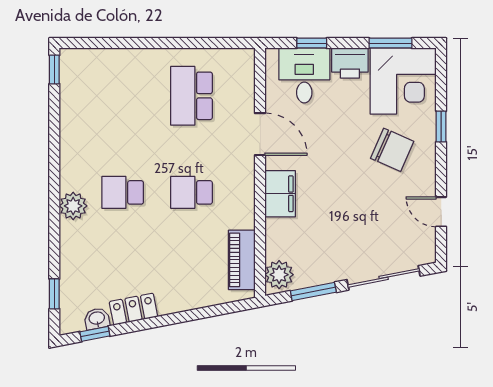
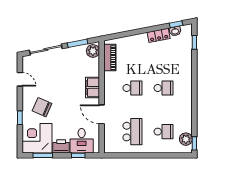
school desk: (123, 96) -> (164, 132), added
plant: (73, 206) -> (186, 139), moved

